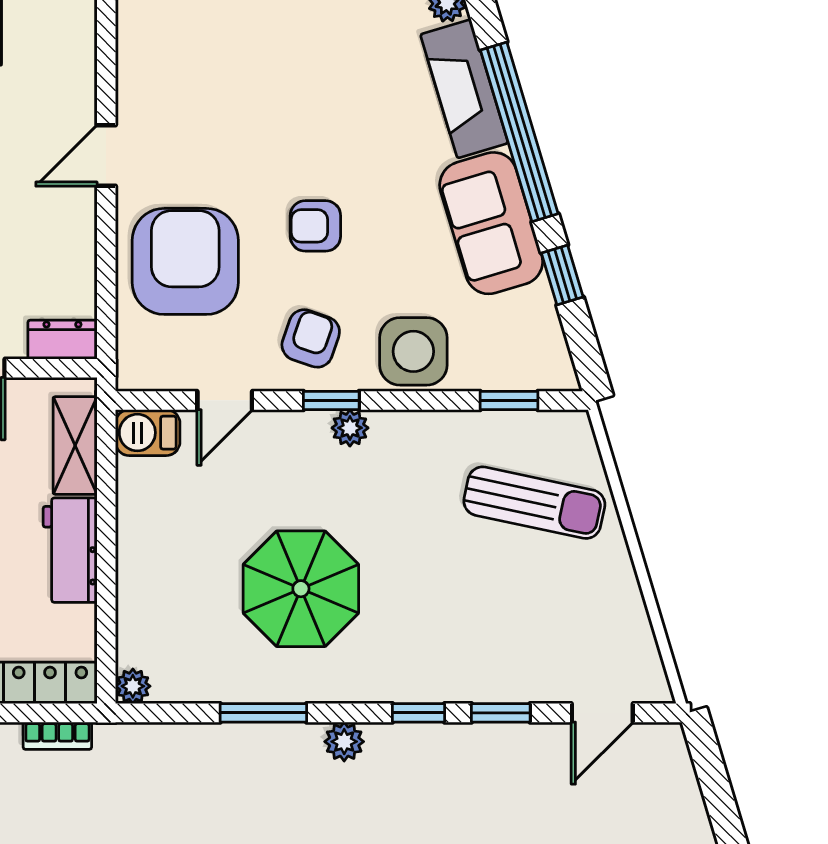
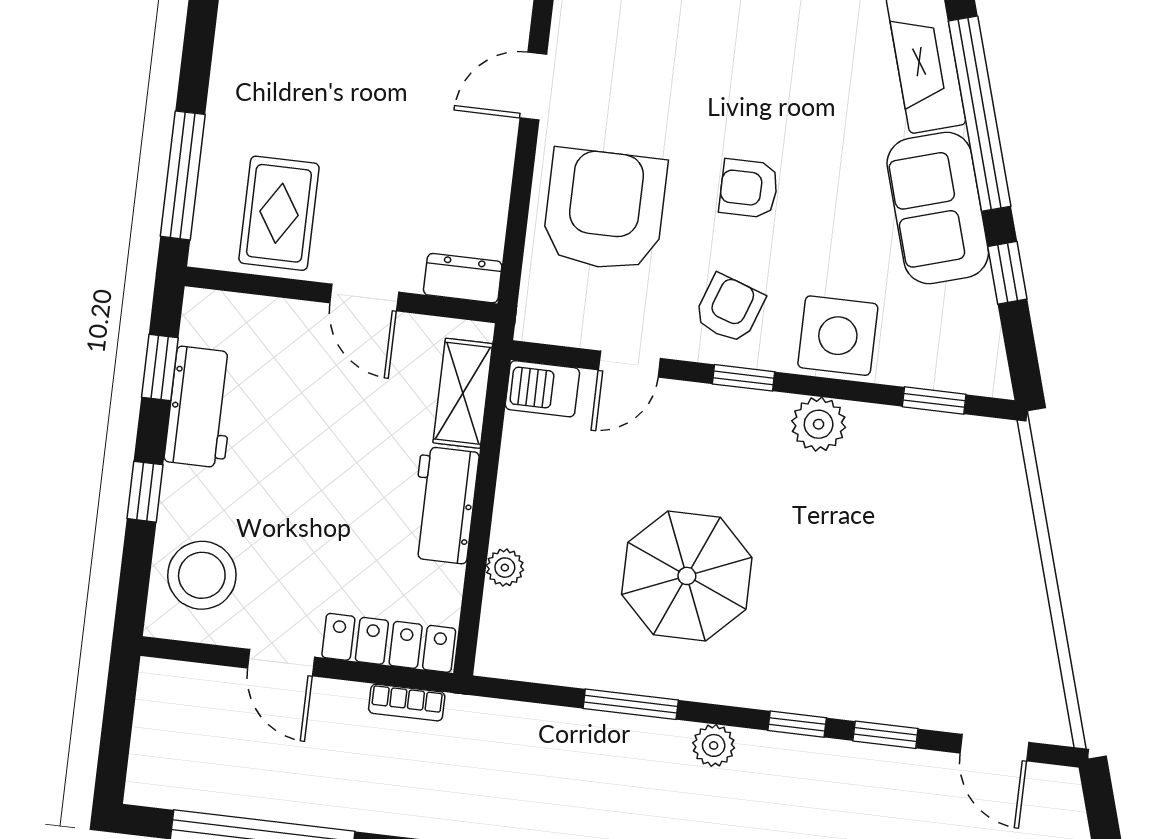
plant: (350, 428) -> (819, 424), moved, width x1.38, depth x1.38
sun lounger: (534, 503) -> (948, 513), removed
plant: (133, 686) -> (505, 568), moved
door: (602, 713) -> (994, 748), hinge flipped

